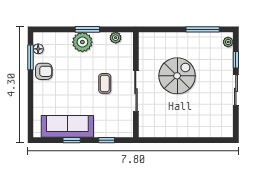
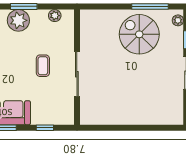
spiral stairs: (177, 76) -> (139, 34), moved, turned -90

